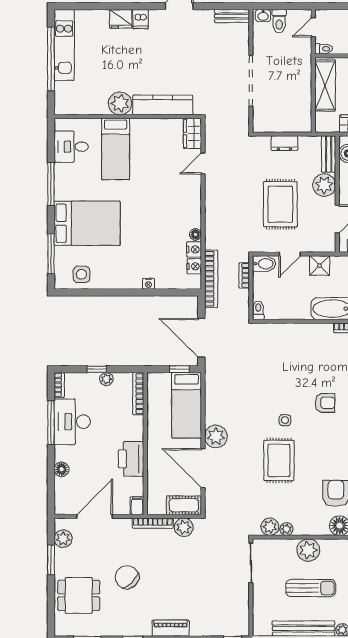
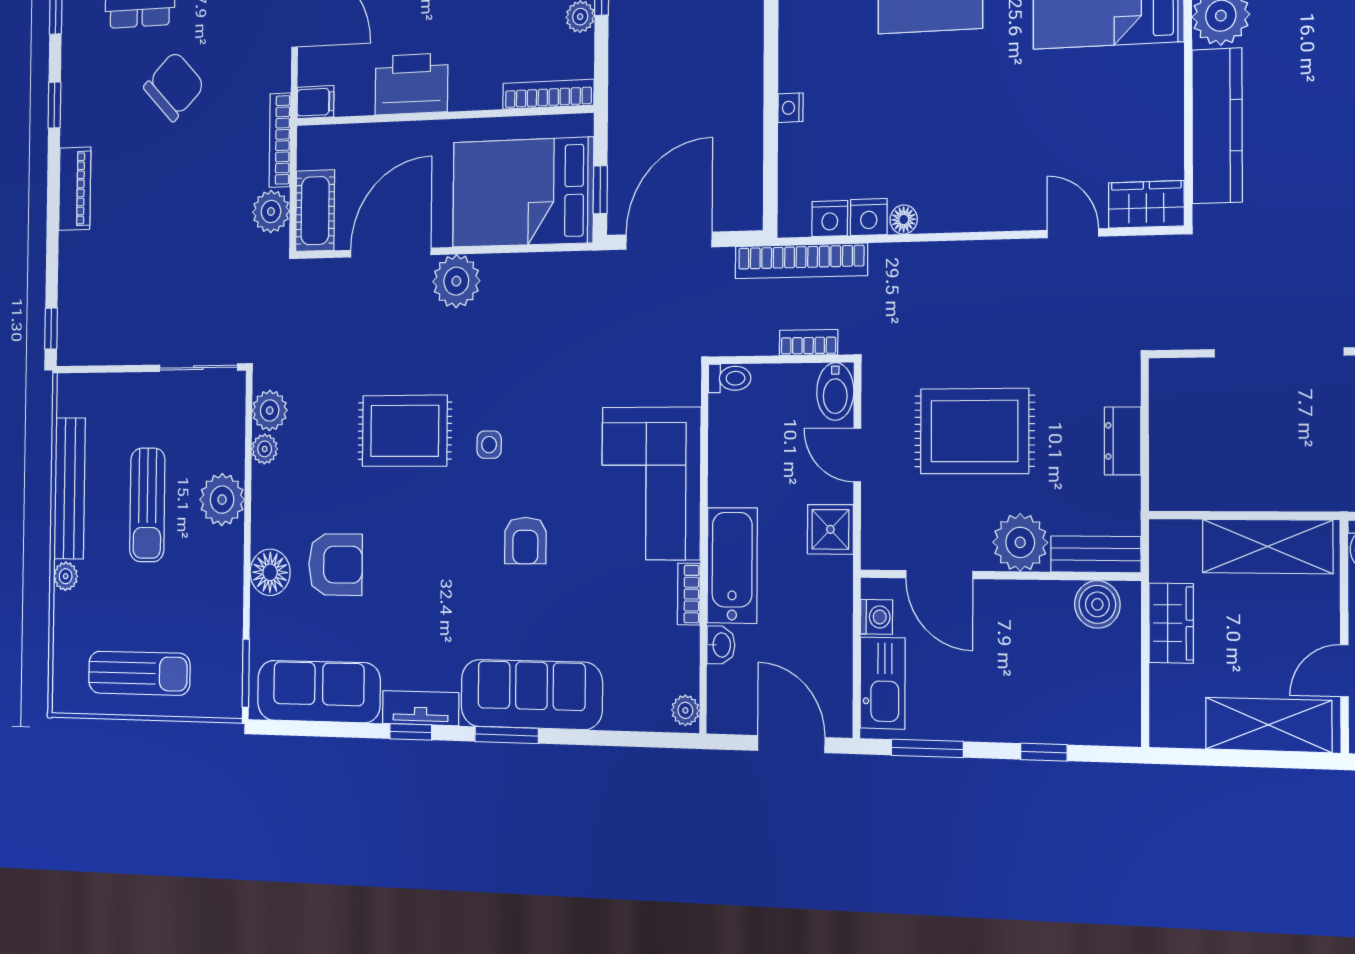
corner sofa: (301, 345) -> (651, 483), added
bed: (187, 405) -> (523, 192), width x1.50

